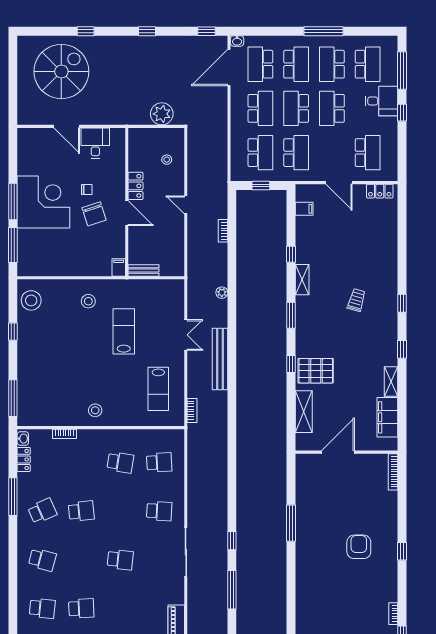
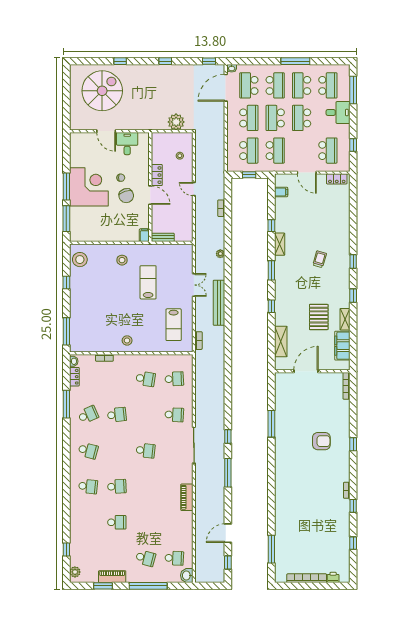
window: (402, 113) -> (353, 145), moved
pallet: (316, 371) -> (319, 317), moved, turned 90
armchair: (359, 547) -> (321, 441), turned 90

